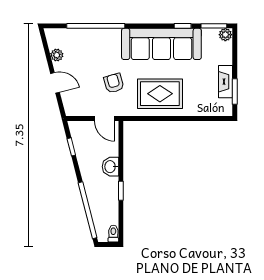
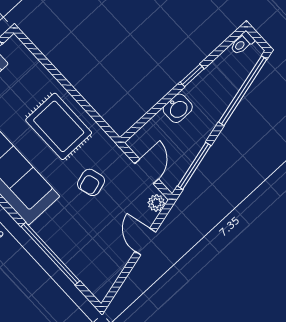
plant: (57, 55) -> (156, 203), moved
door: (105, 118) -> (147, 171), moved
window: (71, 147) -> (194, 166), width x2.17

